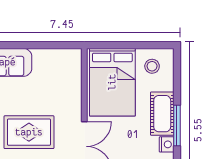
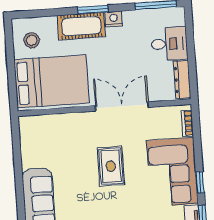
window: (177, 125) -> (93, 9), width x0.69
rug: (29, 132) -> (111, 166), width x0.73, depth x0.70

